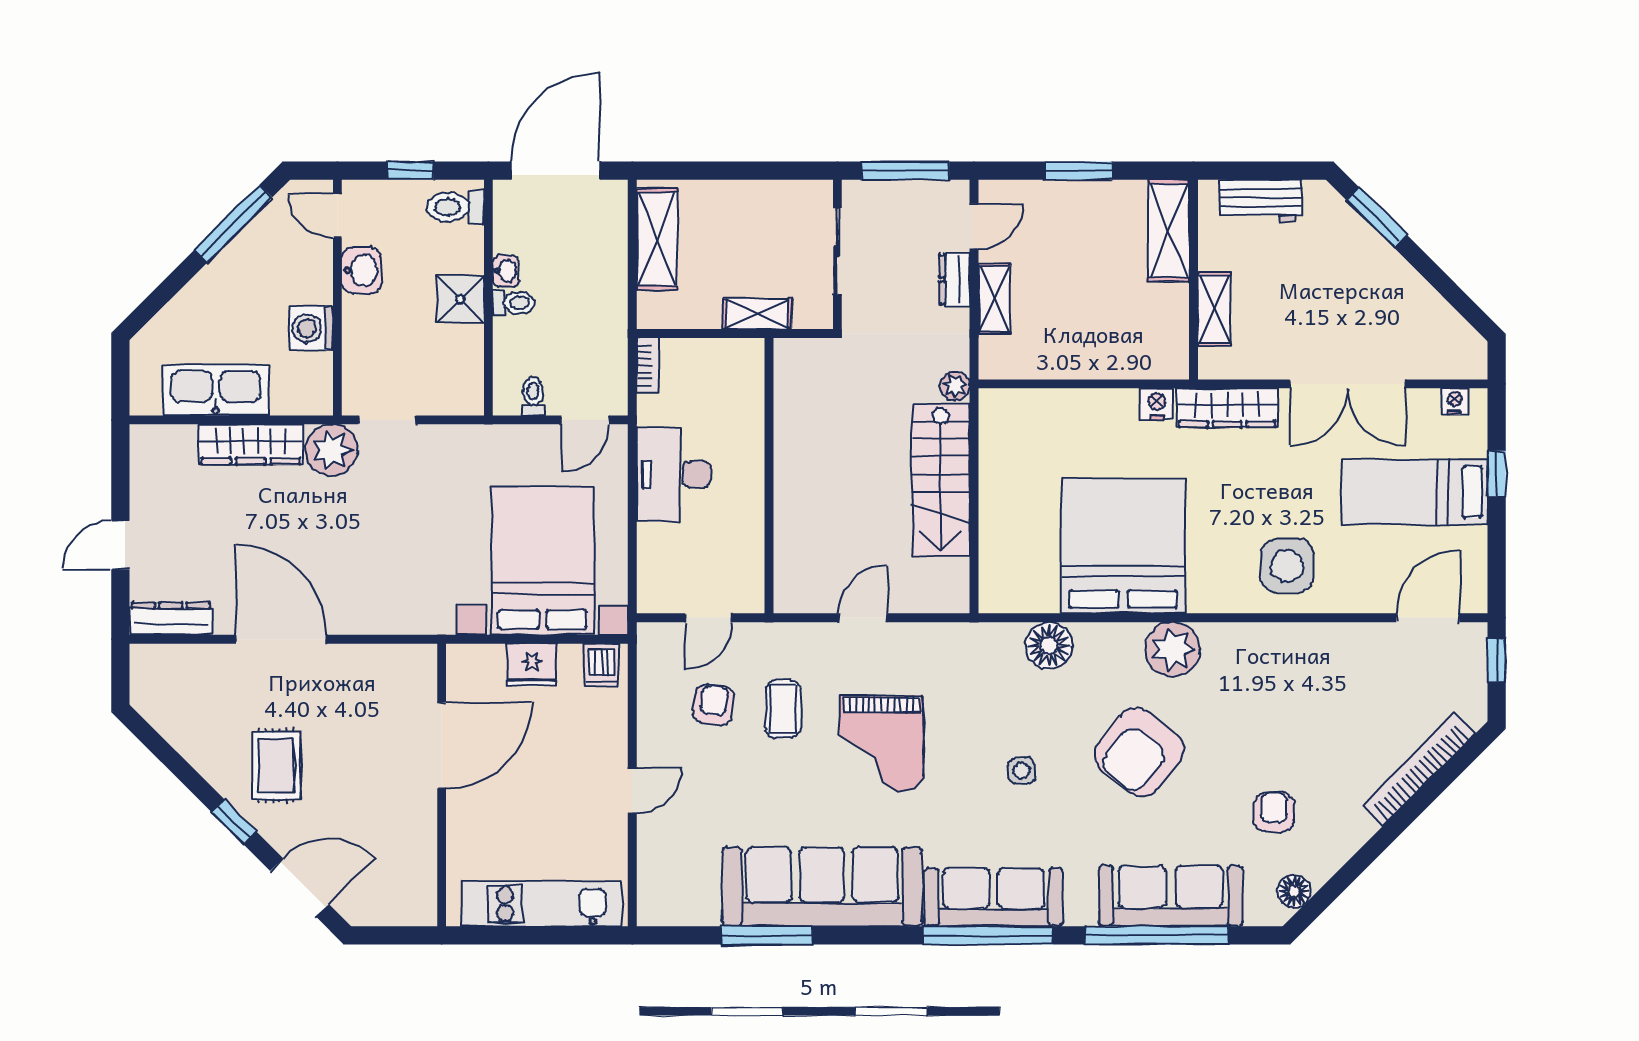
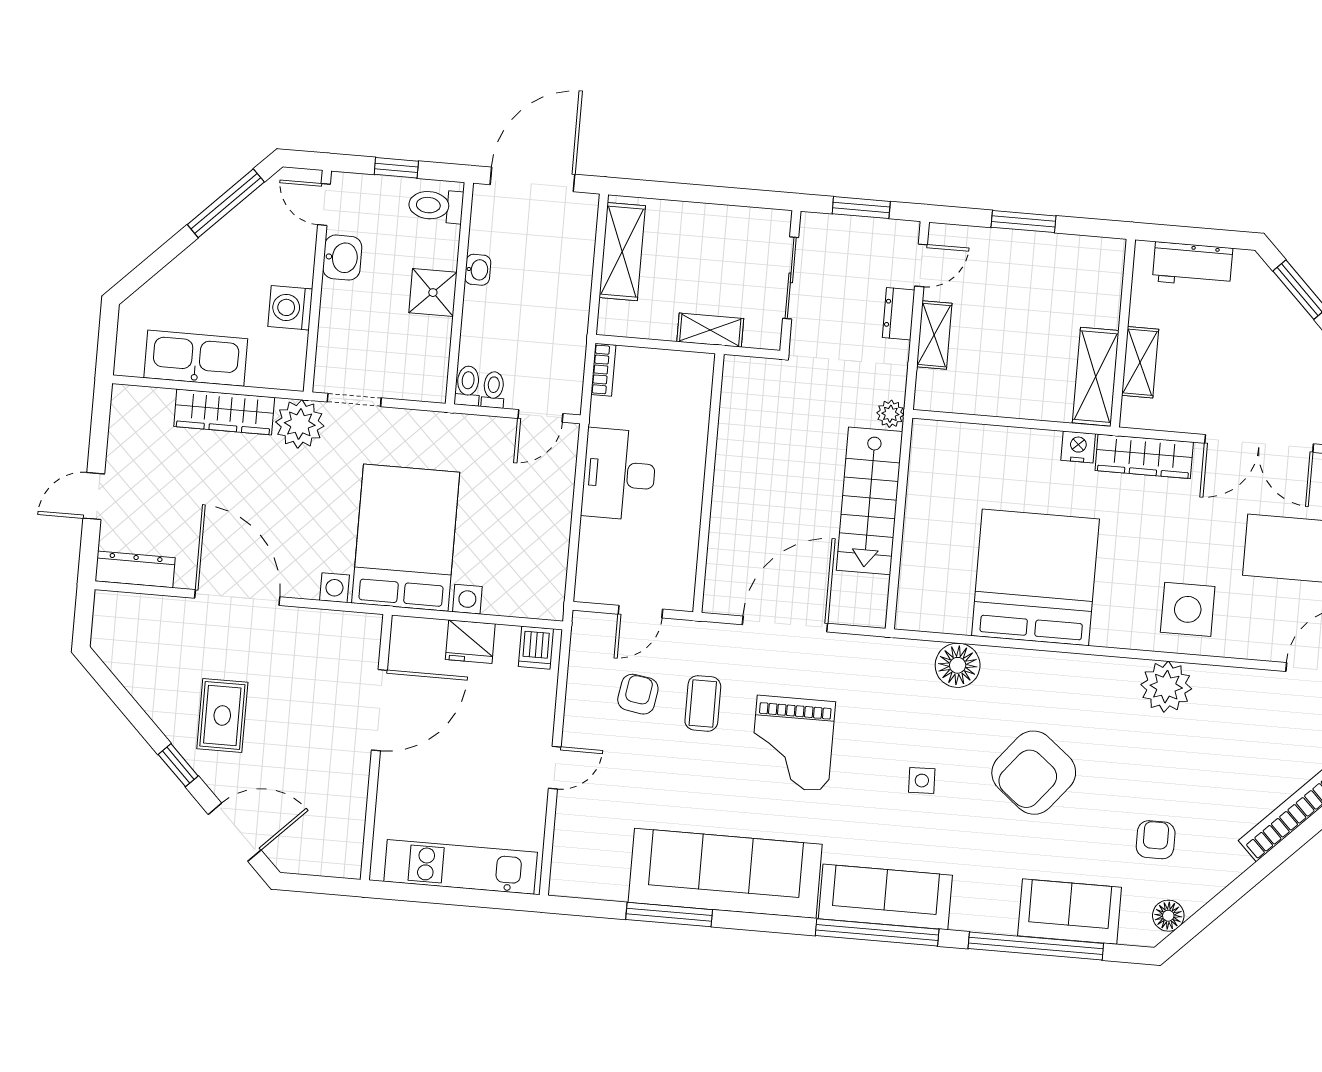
window: (905, 171) -> (861, 208), width x0.69
shelving: (1169, 231) -> (1096, 377), moved
toilet: (514, 303) -> (468, 386), moved, turned -90
bed with nightstands: (543, 561) -> (406, 538), moved
door: (863, 618) -> (785, 624), width x1.87
plant: (1173, 649) -> (1166, 687), moved
sofa: (1171, 896) -> (1070, 912), width x0.73

